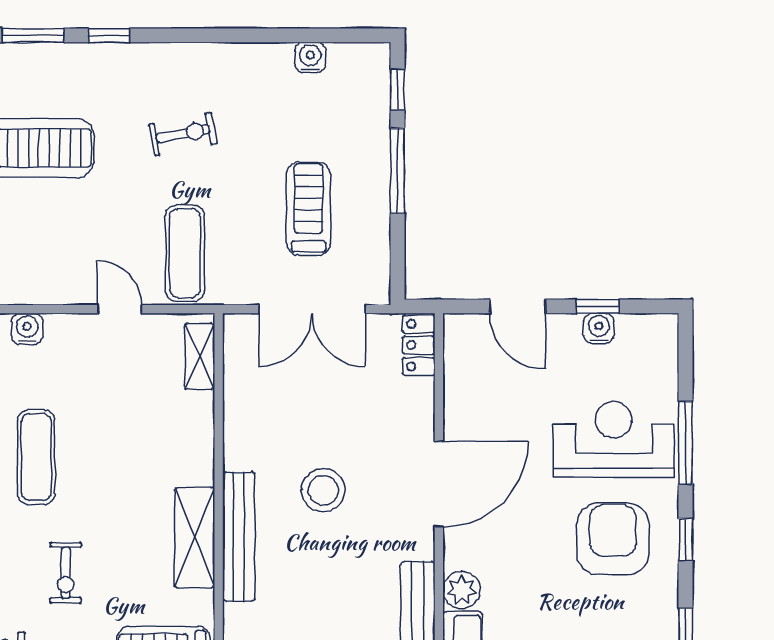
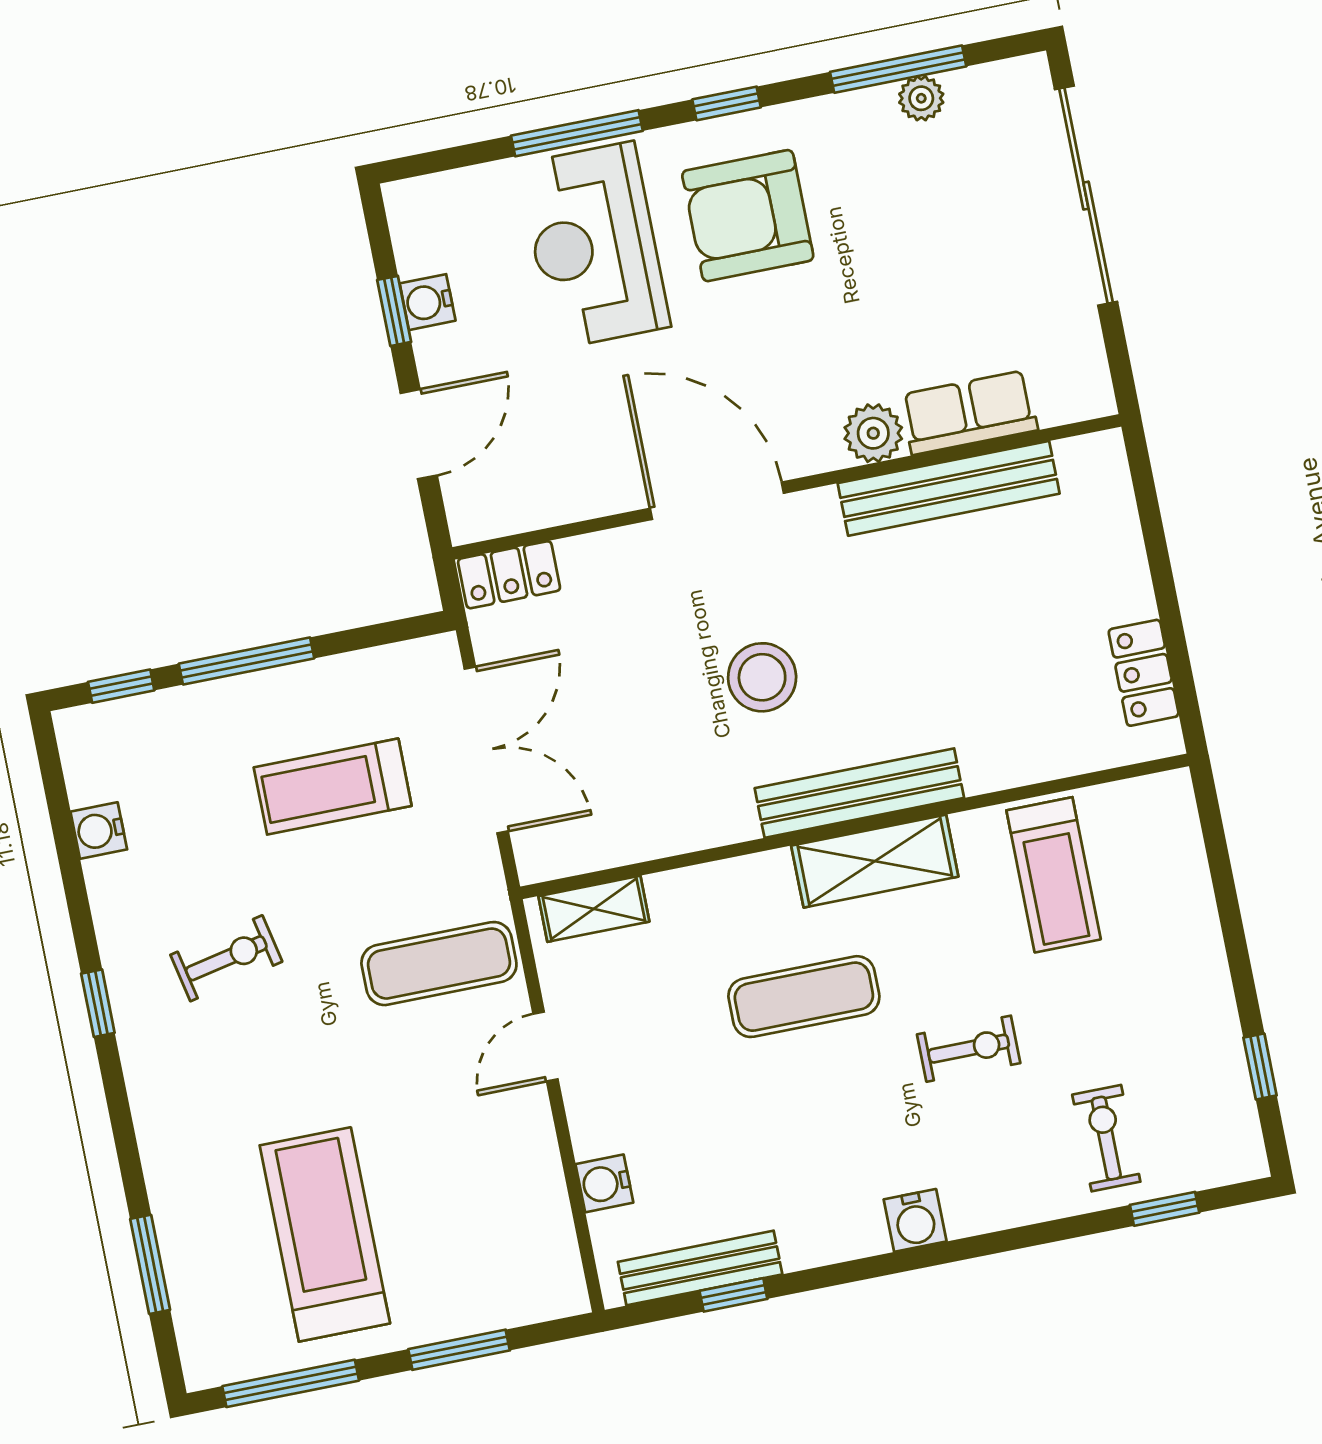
window: (109, 35) -> (98, 1003), moved
exercise bike: (183, 134) -> (226, 958), moved, turned 89
exercise mat: (36, 457) -> (804, 997), moved

